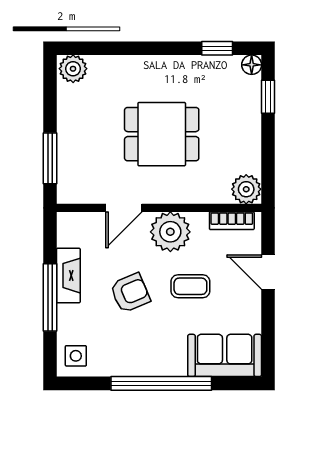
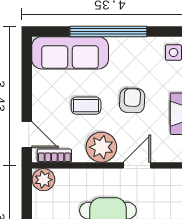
door: (268, 272) -> (27, 135), moved
armchair: (130, 293) -> (132, 100), turned 116
sofa: (225, 355) -> (70, 53), width x1.36

